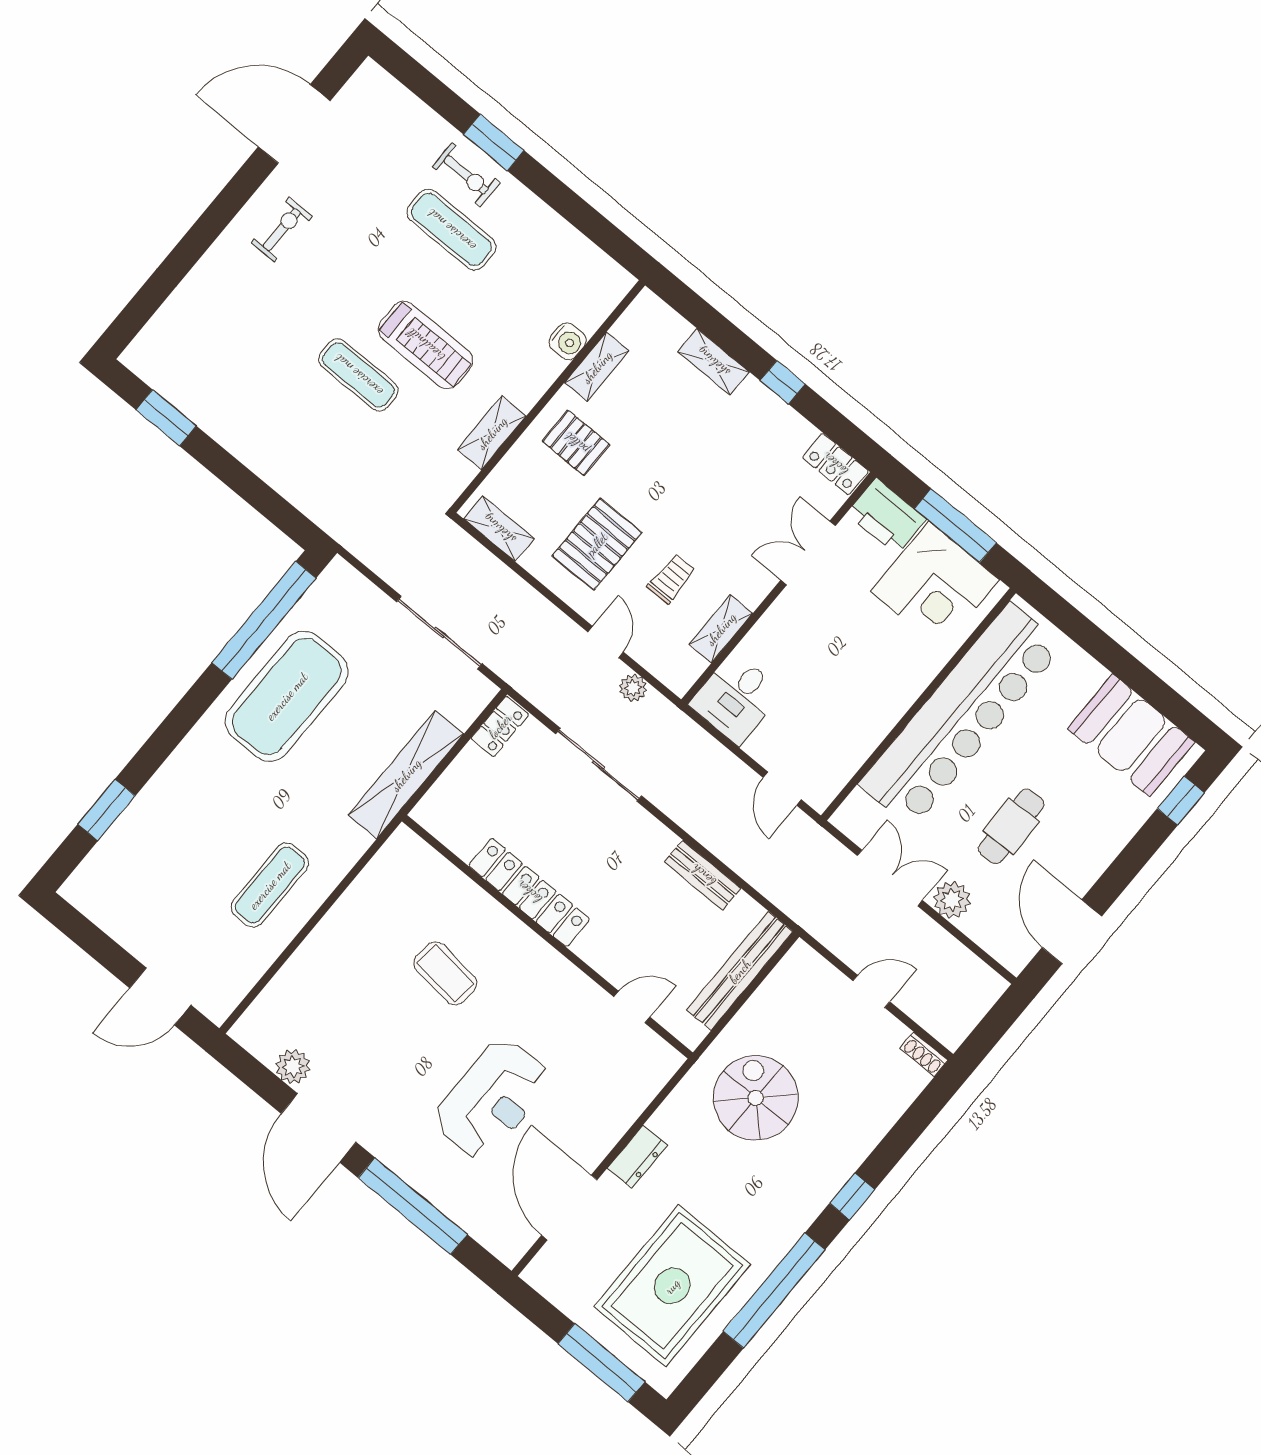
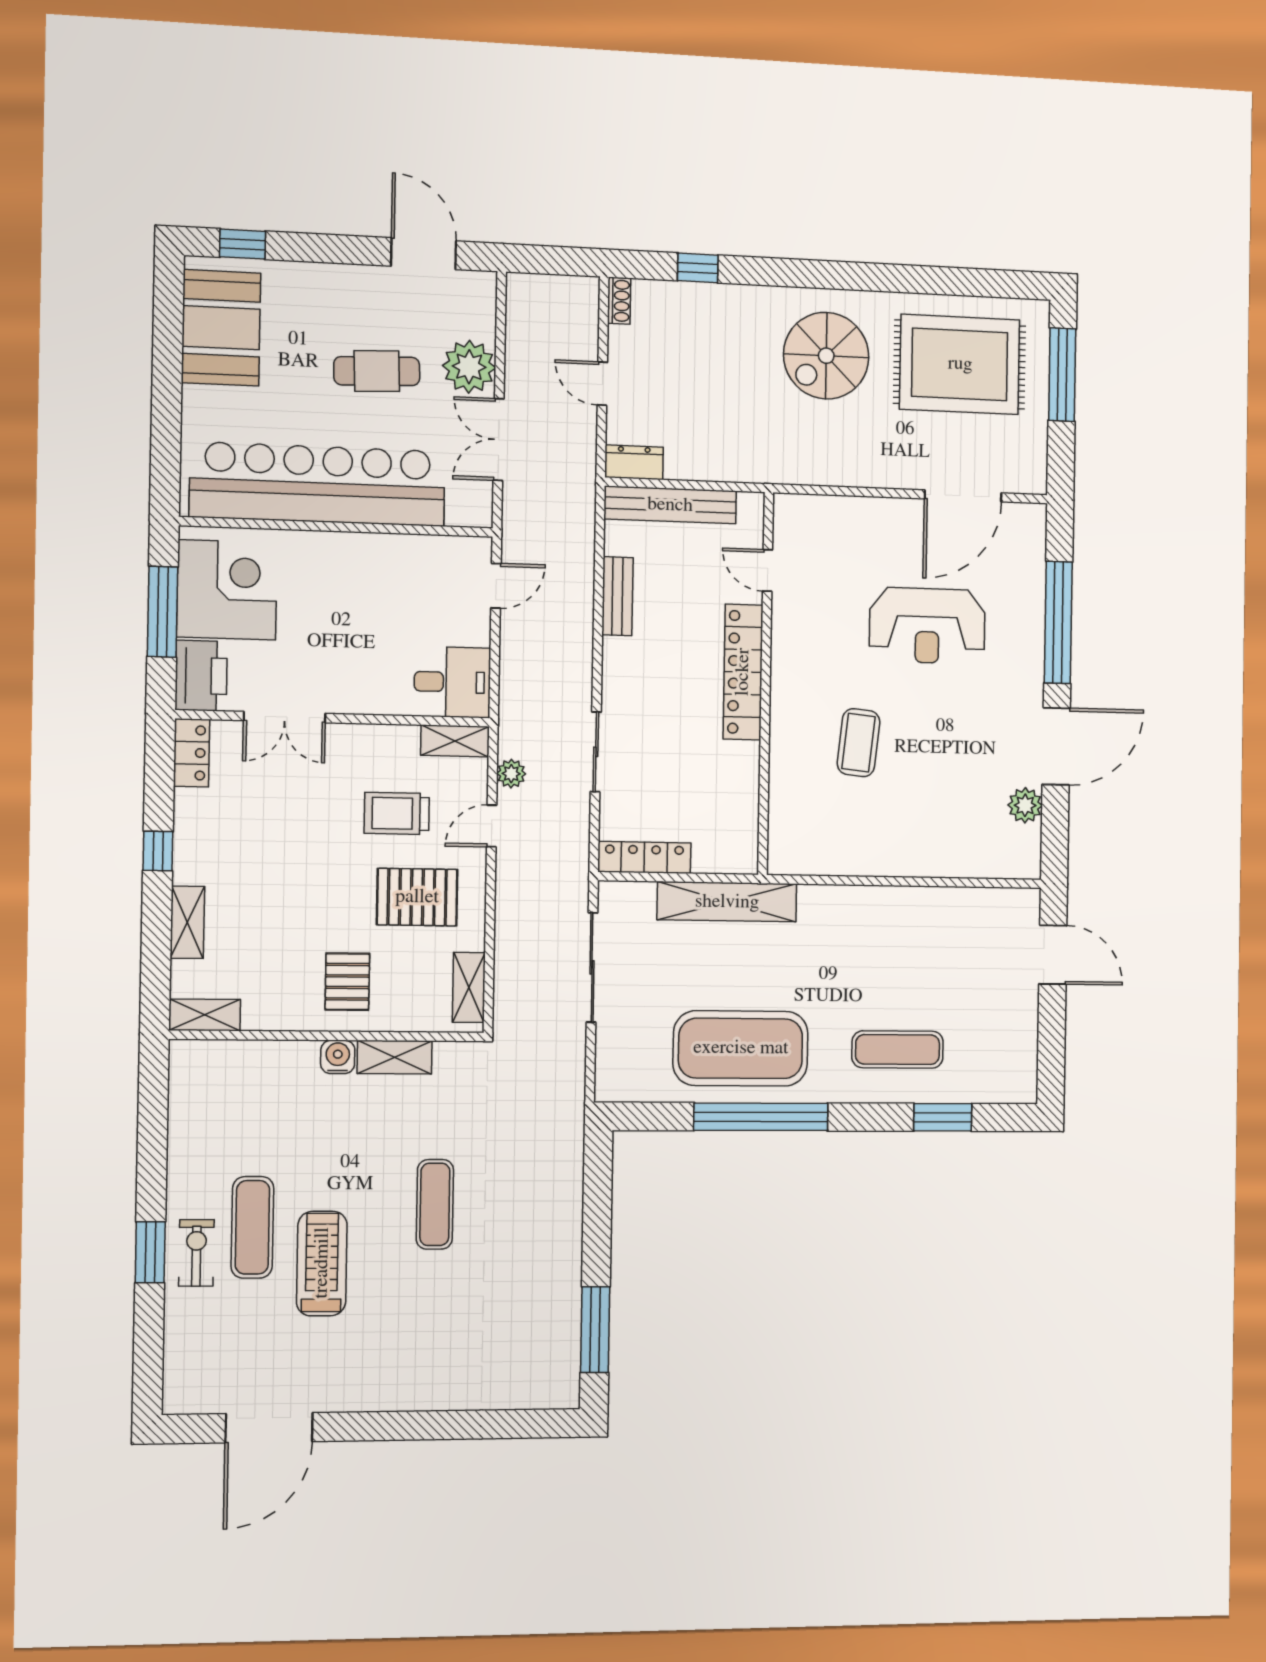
door: (294, 124) -> (269, 1428), hinge flipped
exercise bike: (282, 229) -> (365, 1365), removed
water cooler: (568, 341) -> (338, 1057), moved
treadmill: (426, 345) -> (322, 1263), moved
shelving: (597, 367) -> (205, 1015), moved
window: (166, 418) -> (595, 1330), width x1.44
trolley: (671, 579) -> (397, 813), width x1.36, depth x1.39
window: (264, 620) -> (761, 1117), moved
shelving: (721, 629) -> (455, 741), moved
locker: (500, 726) -> (644, 857), width x1.53
sliding door: (599, 765) -> (596, 752), width x0.73
exercise mat: (270, 885) -> (898, 1049), moved
locker: (529, 892) -> (743, 672), moved
plant: (952, 900) -> (469, 367), width x1.36, depth x1.36
door: (1072, 932) -> (424, 254), swing flipped
spiral stairs: (756, 1098) -> (826, 356), moved
reception desk: (492, 1099) -> (927, 626), turned 180
dresser: (637, 1157) -> (634, 462), moved
window: (852, 1196) -> (698, 268), moved
window: (774, 1291) -> (900, 278), removed

